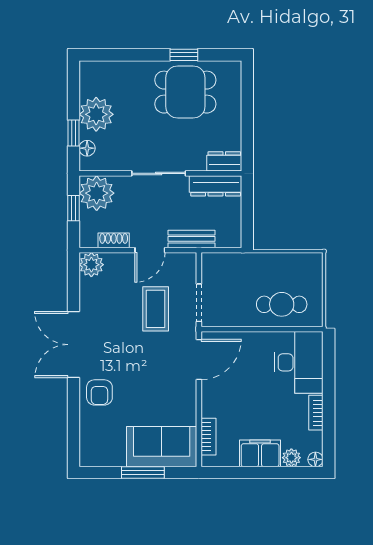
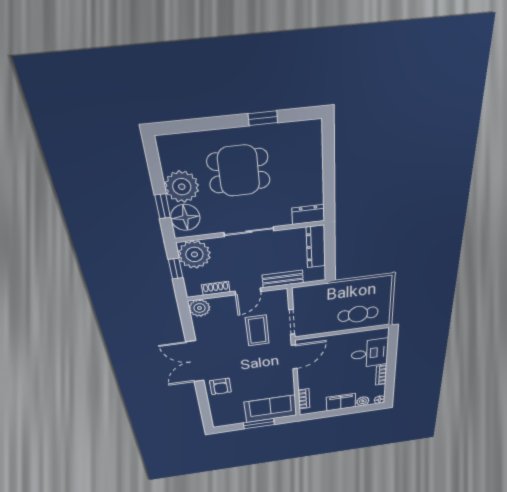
dining table: (185, 92) -> (239, 171), moved
floor lamp: (87, 148) -> (185, 217), width x1.89, depth x1.89
dresser: (216, 186) -> (316, 247), moved, turned 90
desk: (299, 362) -> (370, 353), width x0.73

